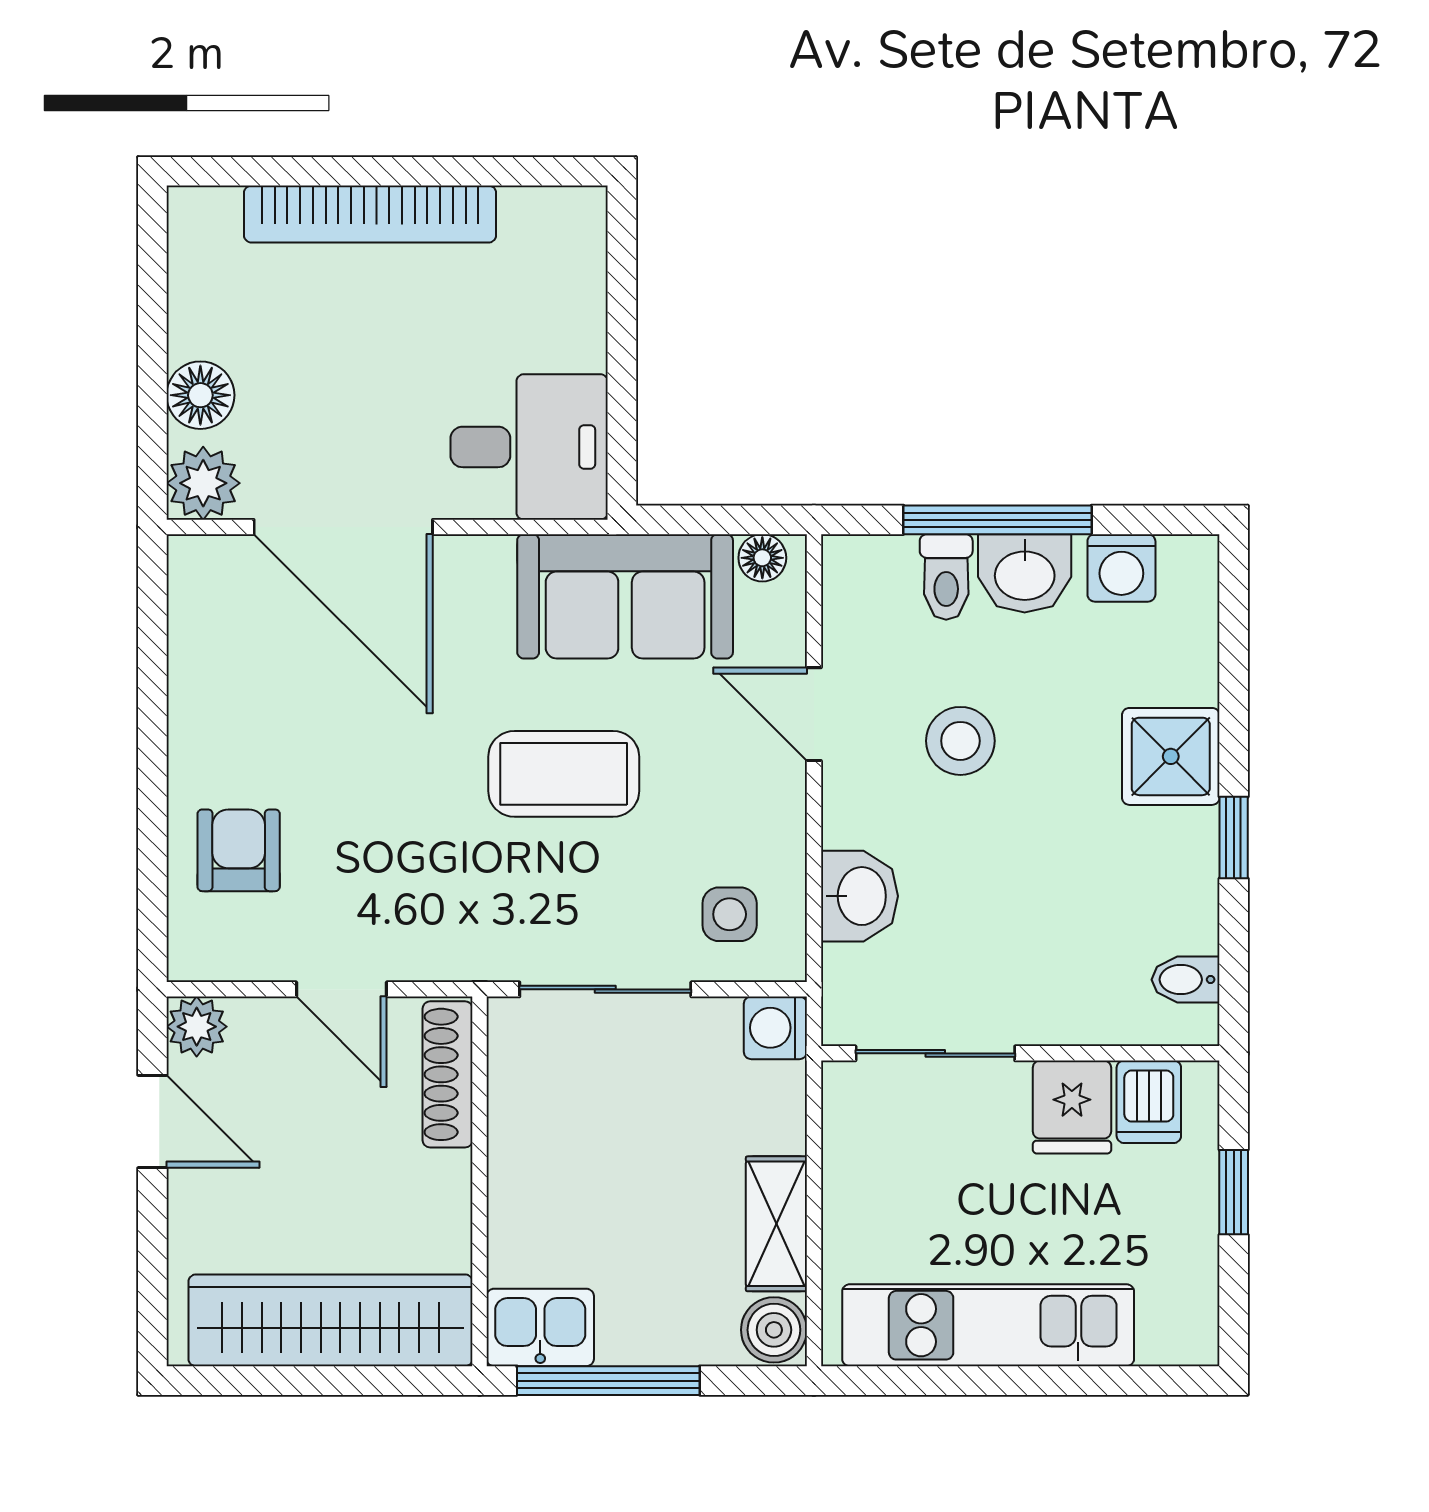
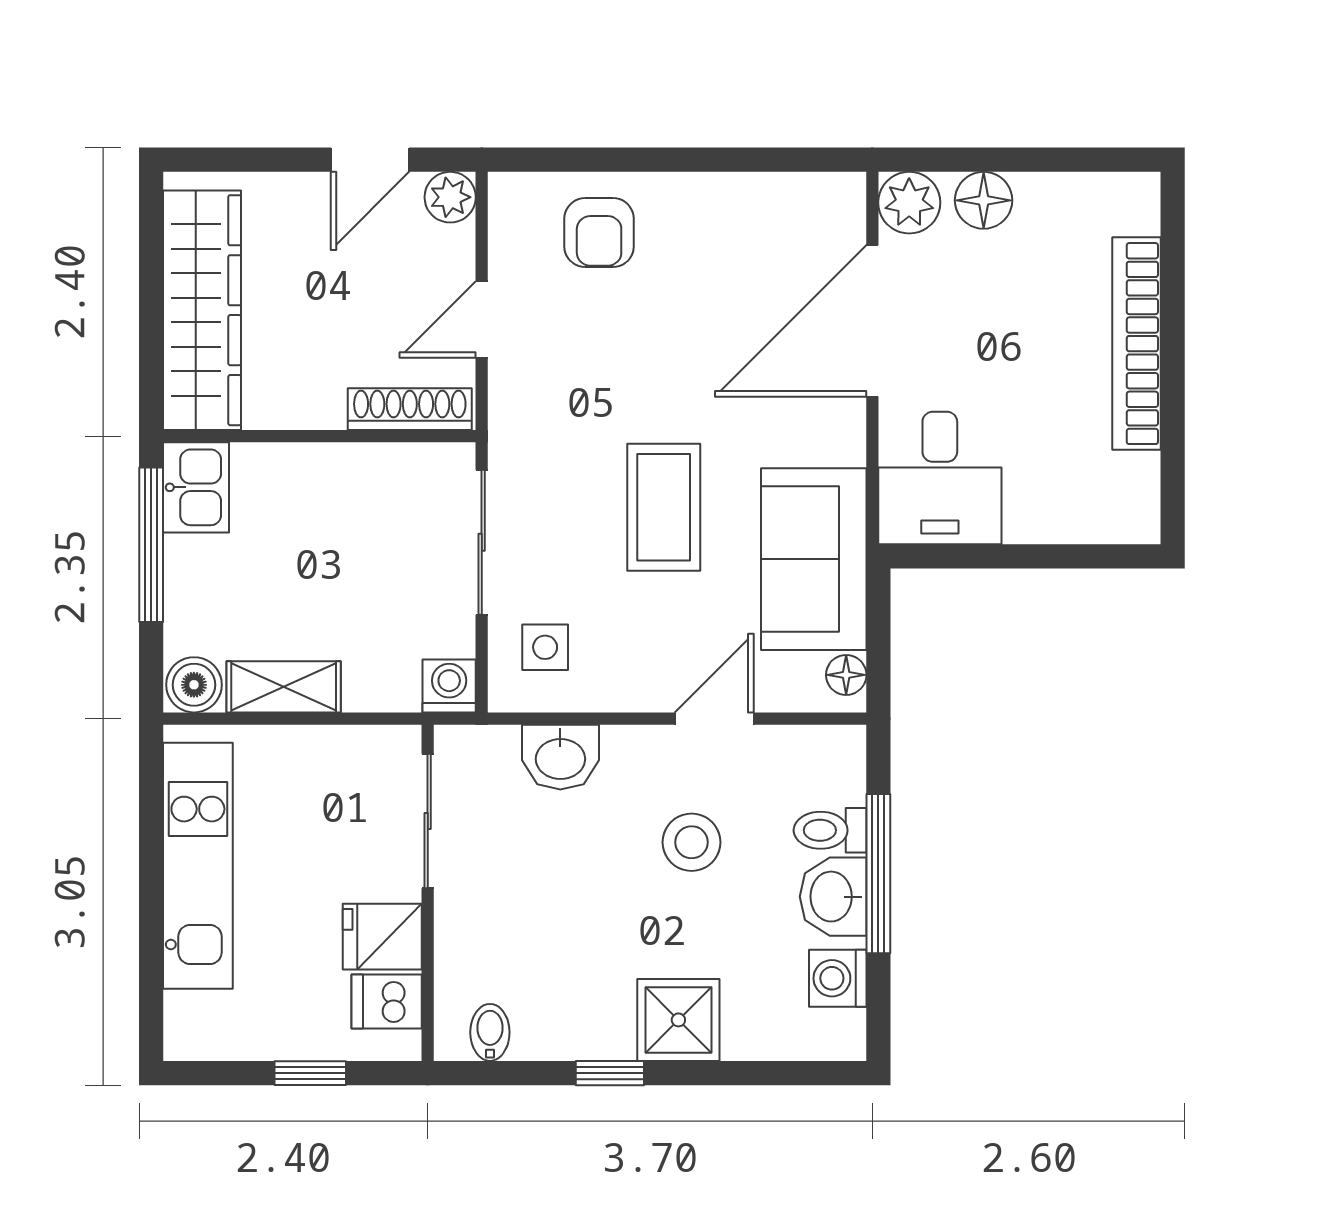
armchair: (239, 850) -> (599, 233), turned 90

